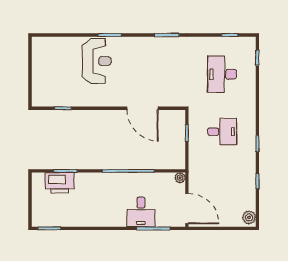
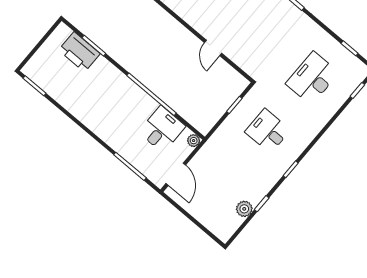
door: (143, 108) -> (213, 48), width x0.53
desk: (222, 132) -> (268, 131), turned 180
door: (187, 209) -> (176, 174), width x0.73
desk: (141, 212) -> (162, 129), moved, turned 180
plant: (249, 217) -> (244, 209), moved

